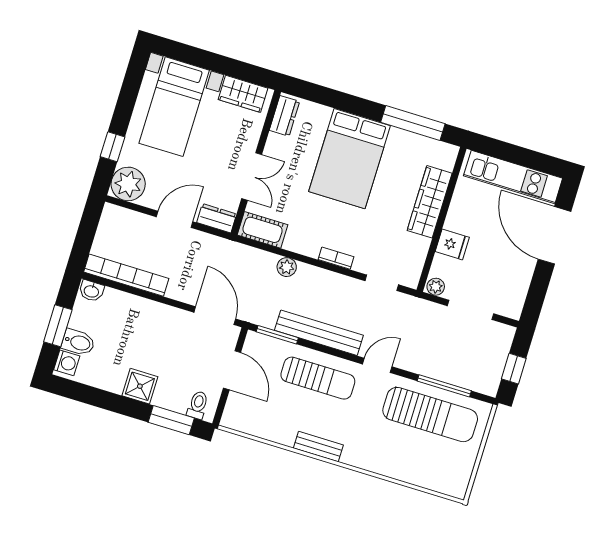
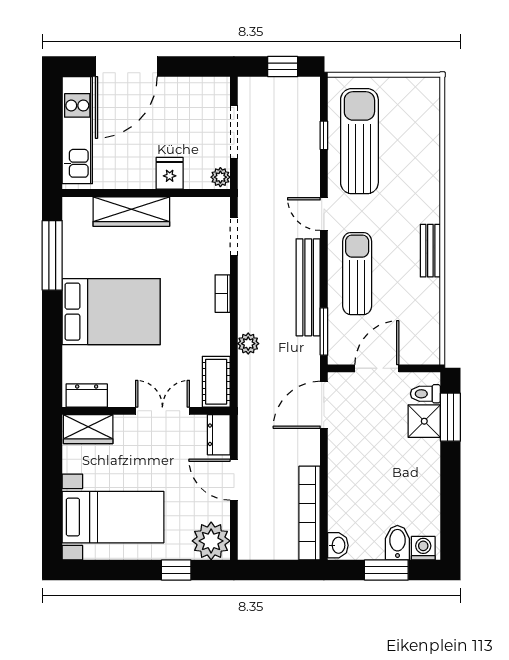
wardrobe: (243, 94) -> (88, 429), moved, turned 90
shower: (140, 386) -> (424, 421), moved
window: (444, 386) -> (324, 135), width x0.46

